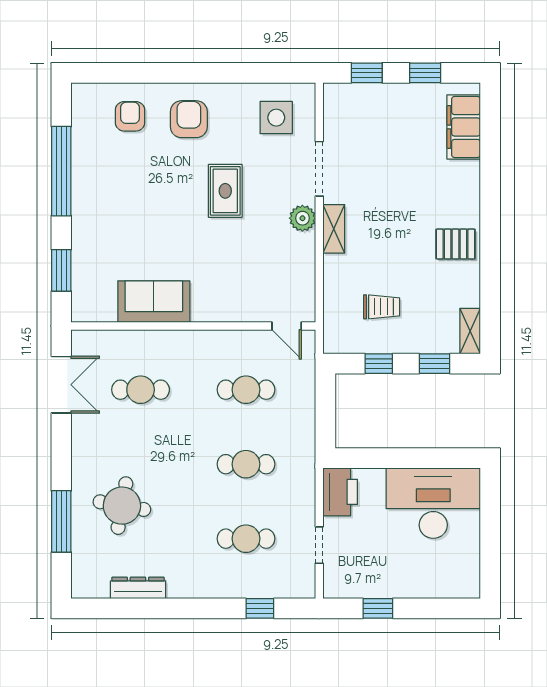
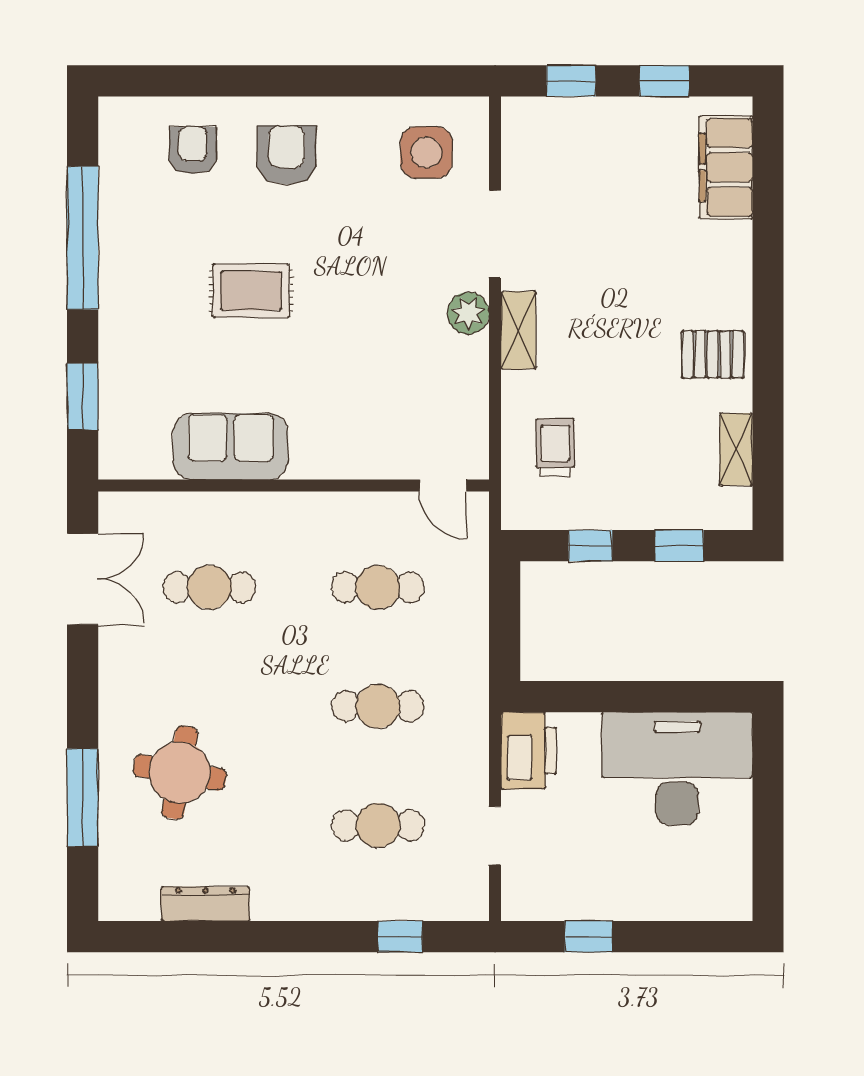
rug: (225, 191) -> (251, 291), moved, turned 90
trolley: (382, 307) -> (555, 447), moved, turned -90
shelving: (470, 331) -> (736, 449), moved

